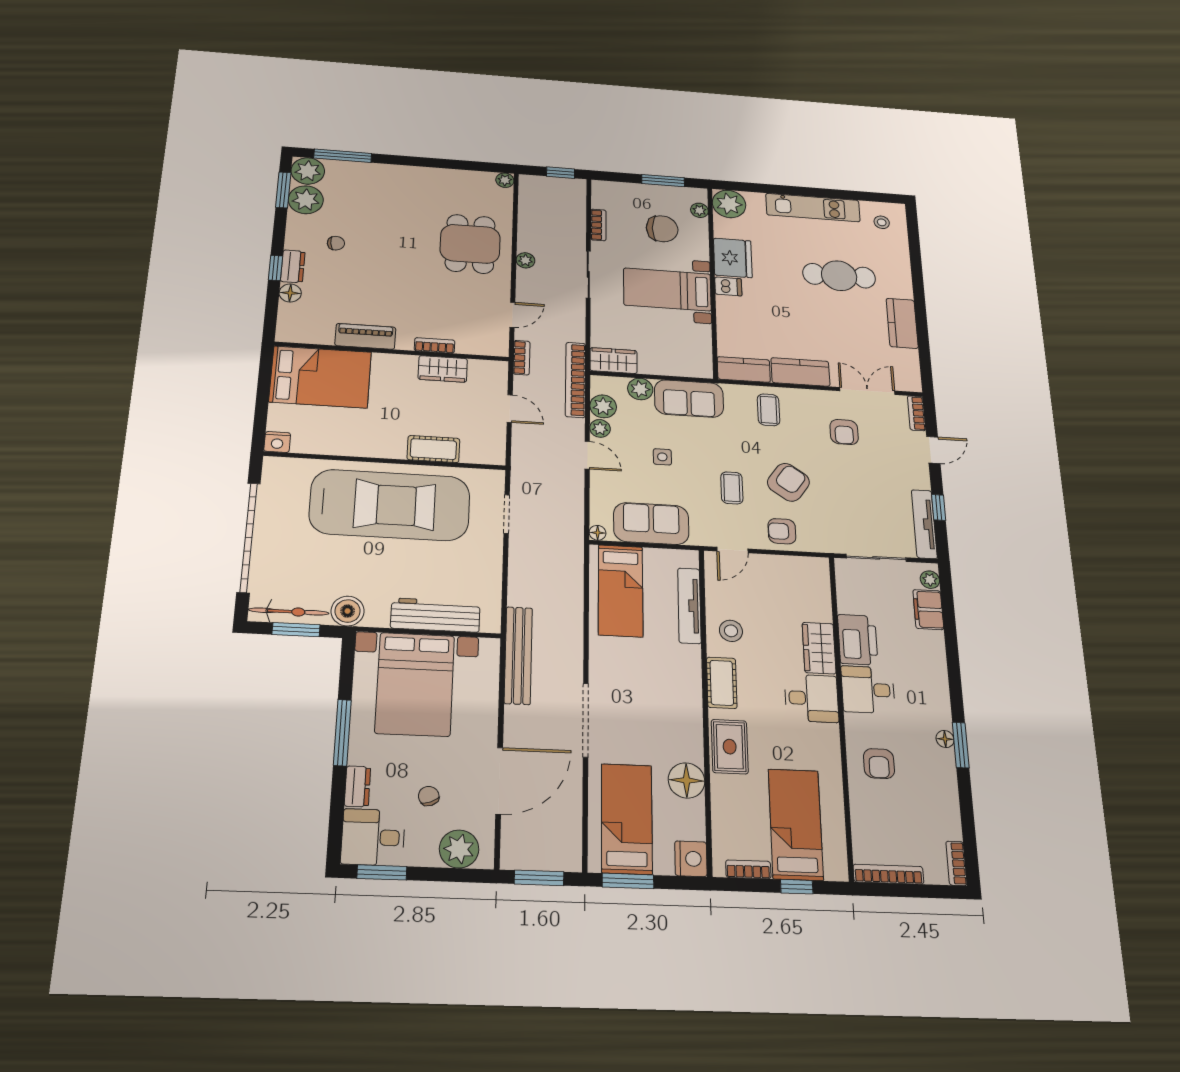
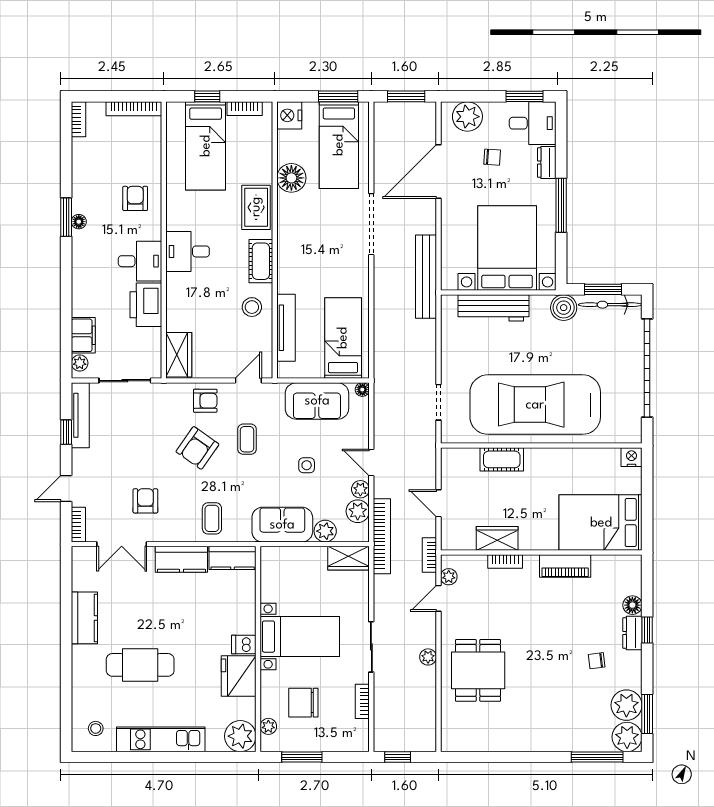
plant: (505, 180) -> (449, 577), moved
wardrobe: (819, 648) -> (179, 355), moved
chair: (429, 796) -> (492, 157), turned -65

